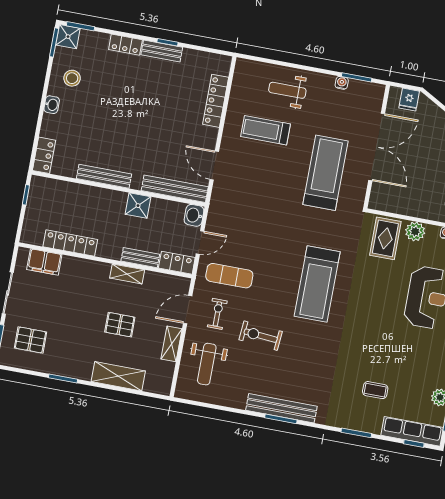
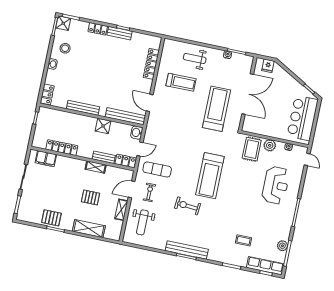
treadmill: (266, 130) -> (181, 82), turned 180
exercise bike: (261, 336) -> (187, 206), moved
pallet: (30, 340) -> (51, 218), moved

